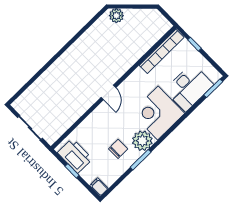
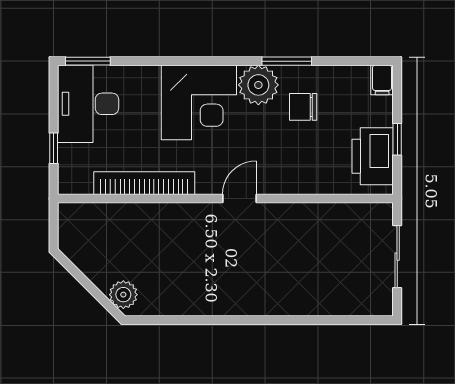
bookcase: (162, 51) -> (144, 183), moved
desk: (189, 87) -> (88, 104), moved, turned -90

